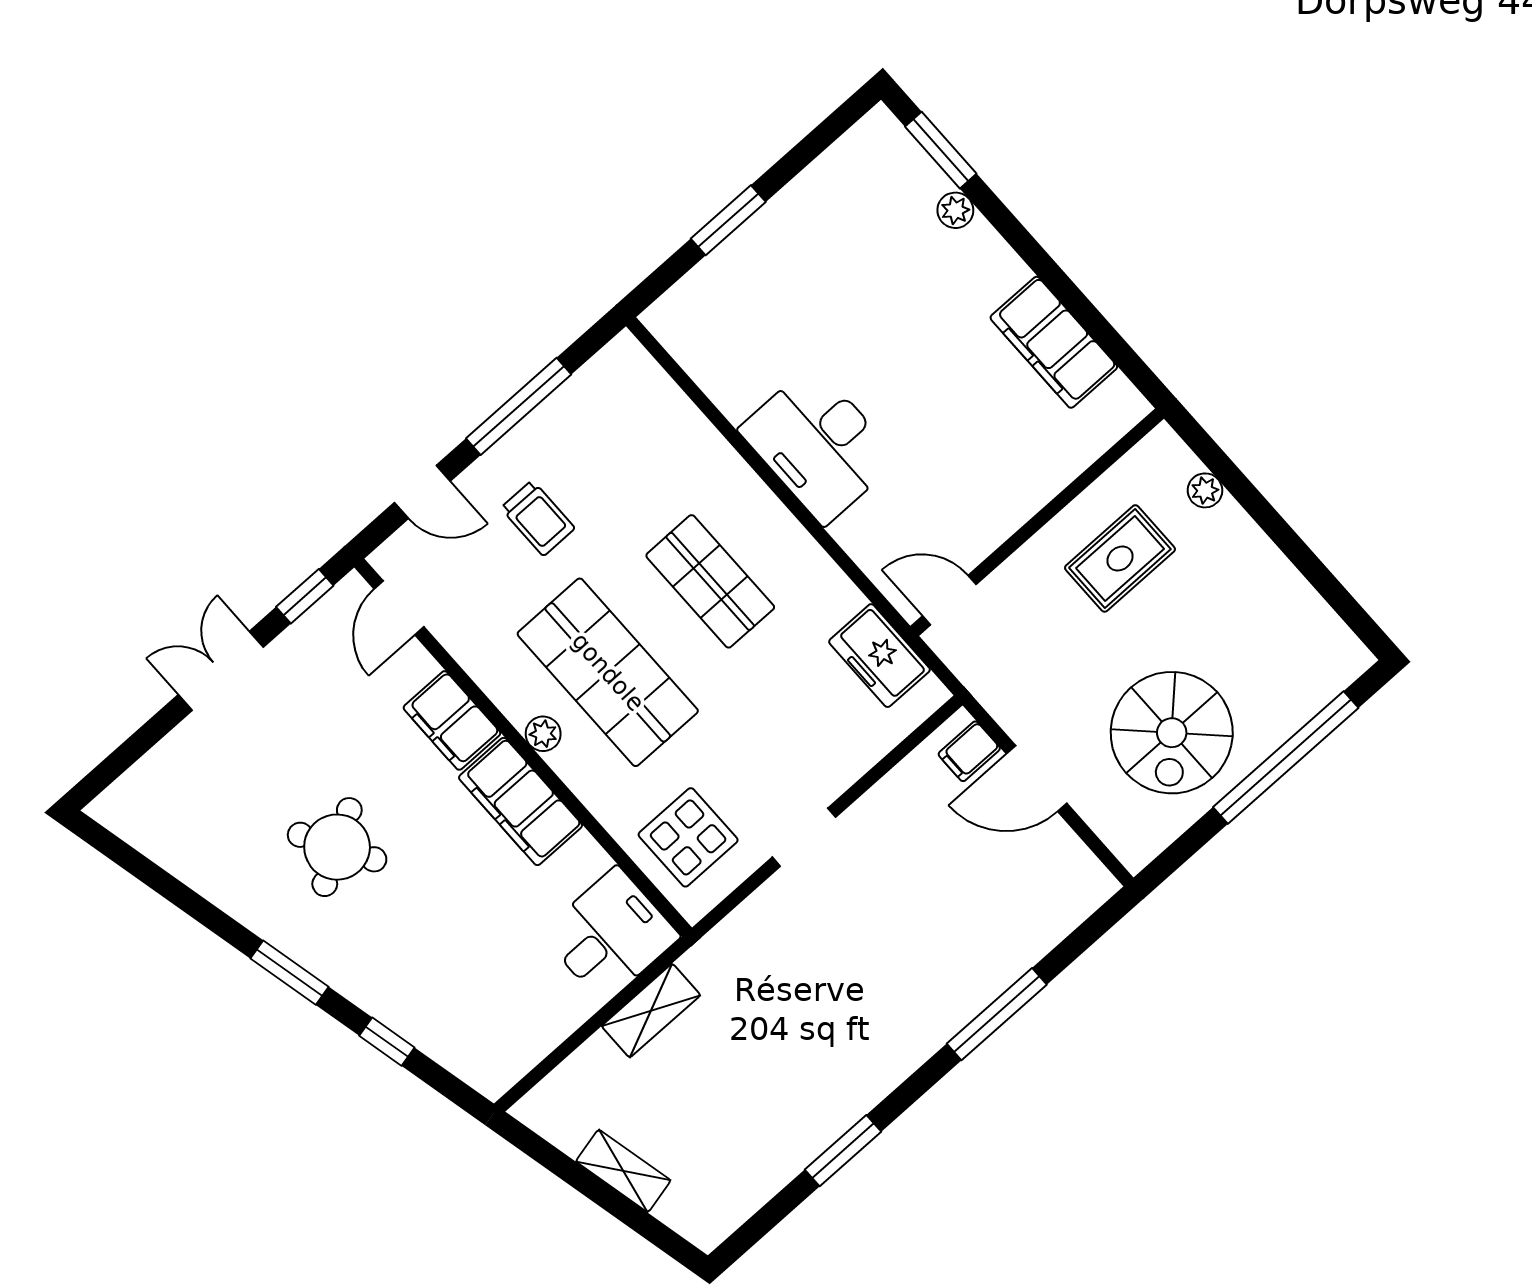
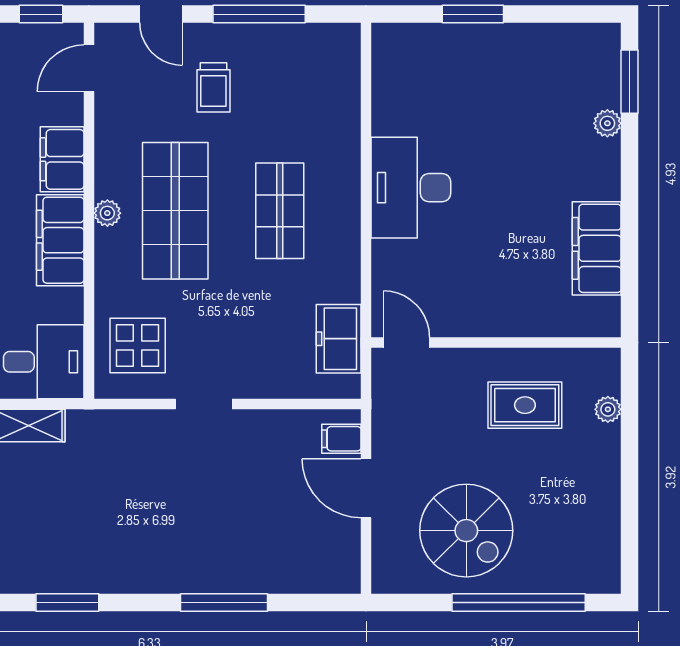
spiral stairs: (1172, 733) -> (466, 531), turned -90

